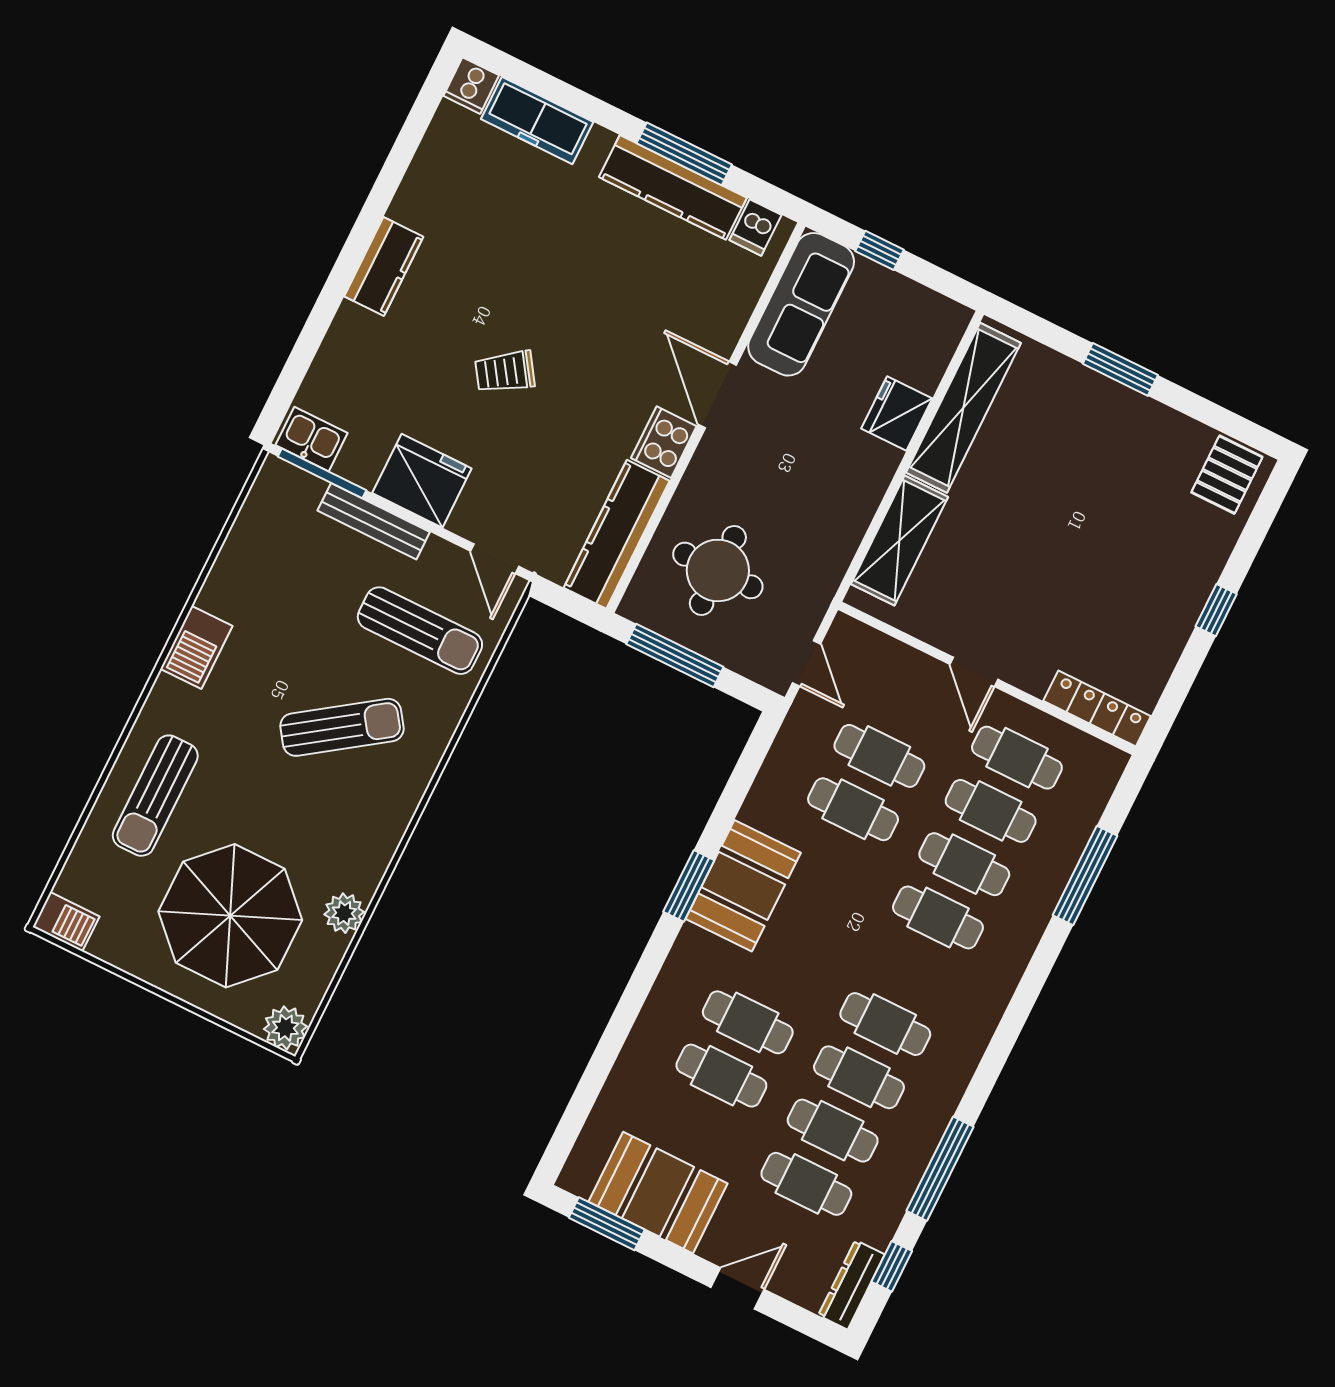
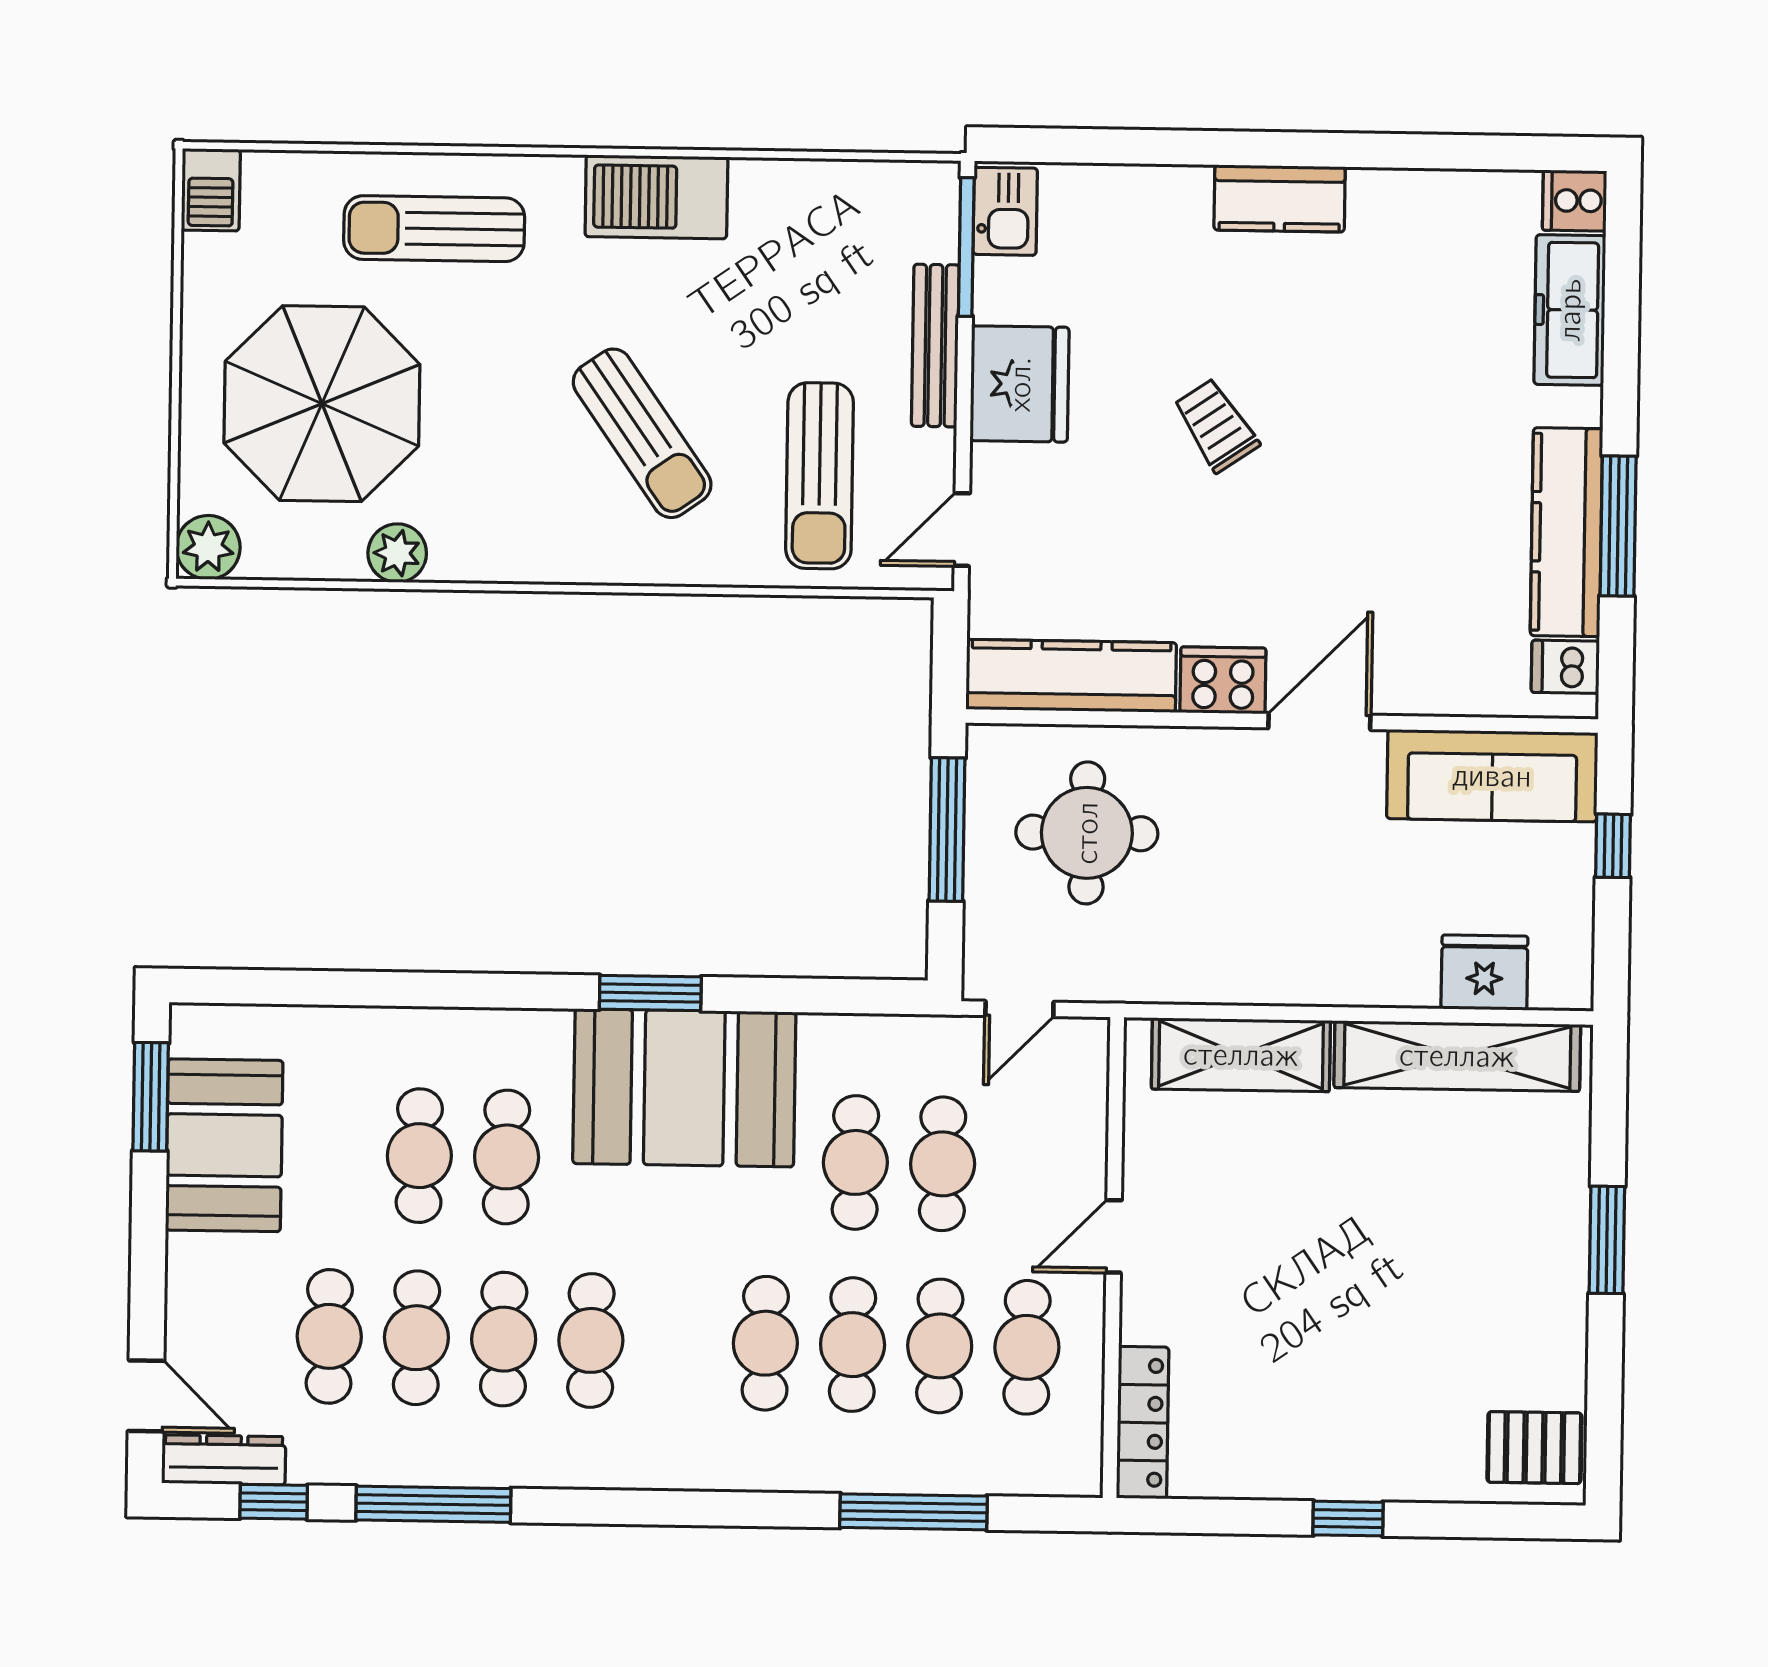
fridge: (897, 414) -> (1484, 973), moved
barbecue: (196, 647) -> (656, 197), width x1.37, depth x1.21
booth: (743, 886) -> (684, 1088), width x1.36, depth x1.42
door: (738, 1288) -> (146, 1396), moved

